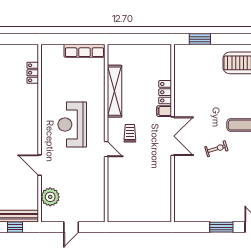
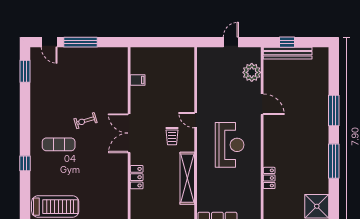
locker: (33, 73) -> (269, 178), moved
filing cabinet: (164, 111) -> (138, 80), moved
window: (221, 227) -> (80, 42), width x1.44

